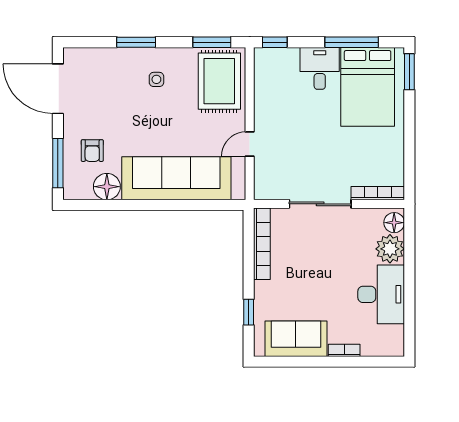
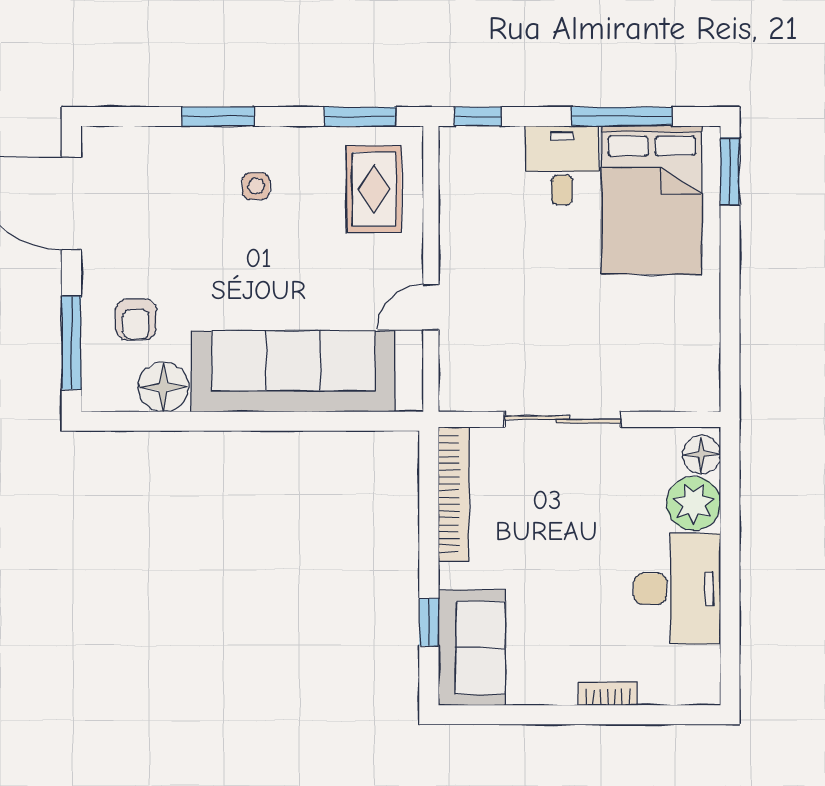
rug: (219, 81) -> (374, 189), width x0.73, depth x0.70
bookcase: (378, 193) -> (671, 399), removed
sofa: (296, 339) -> (472, 648), moved, turned 90

